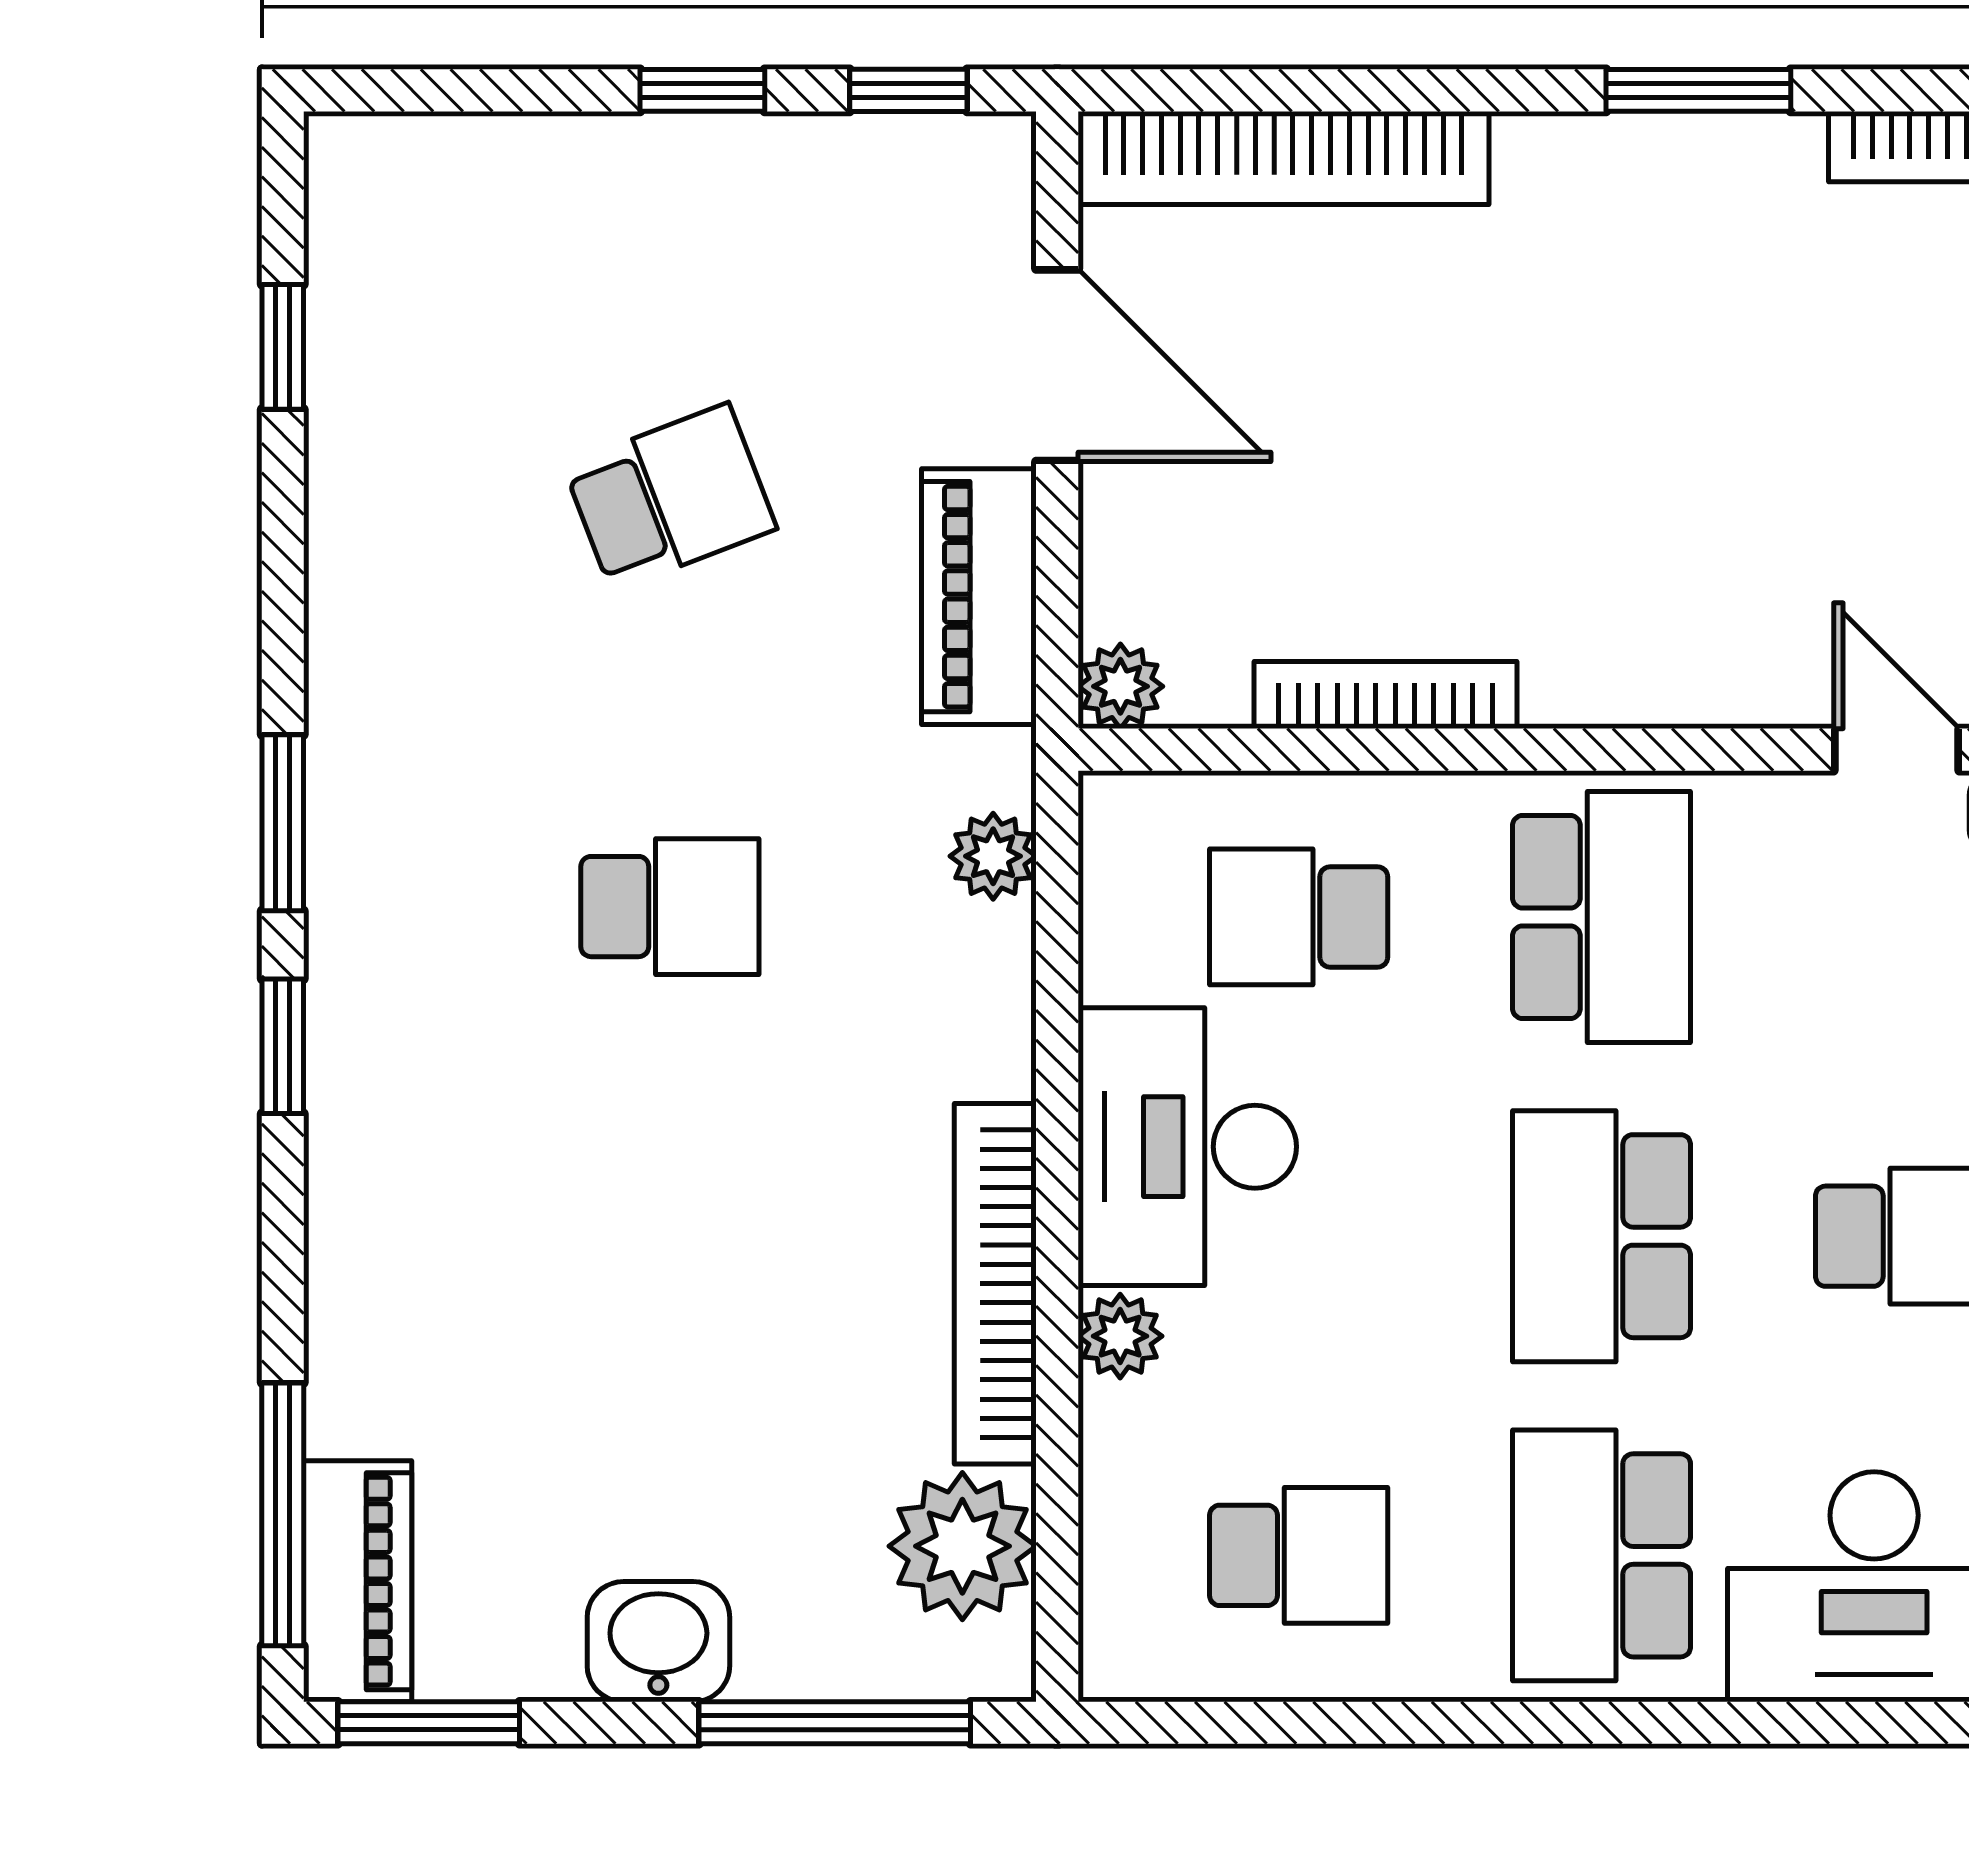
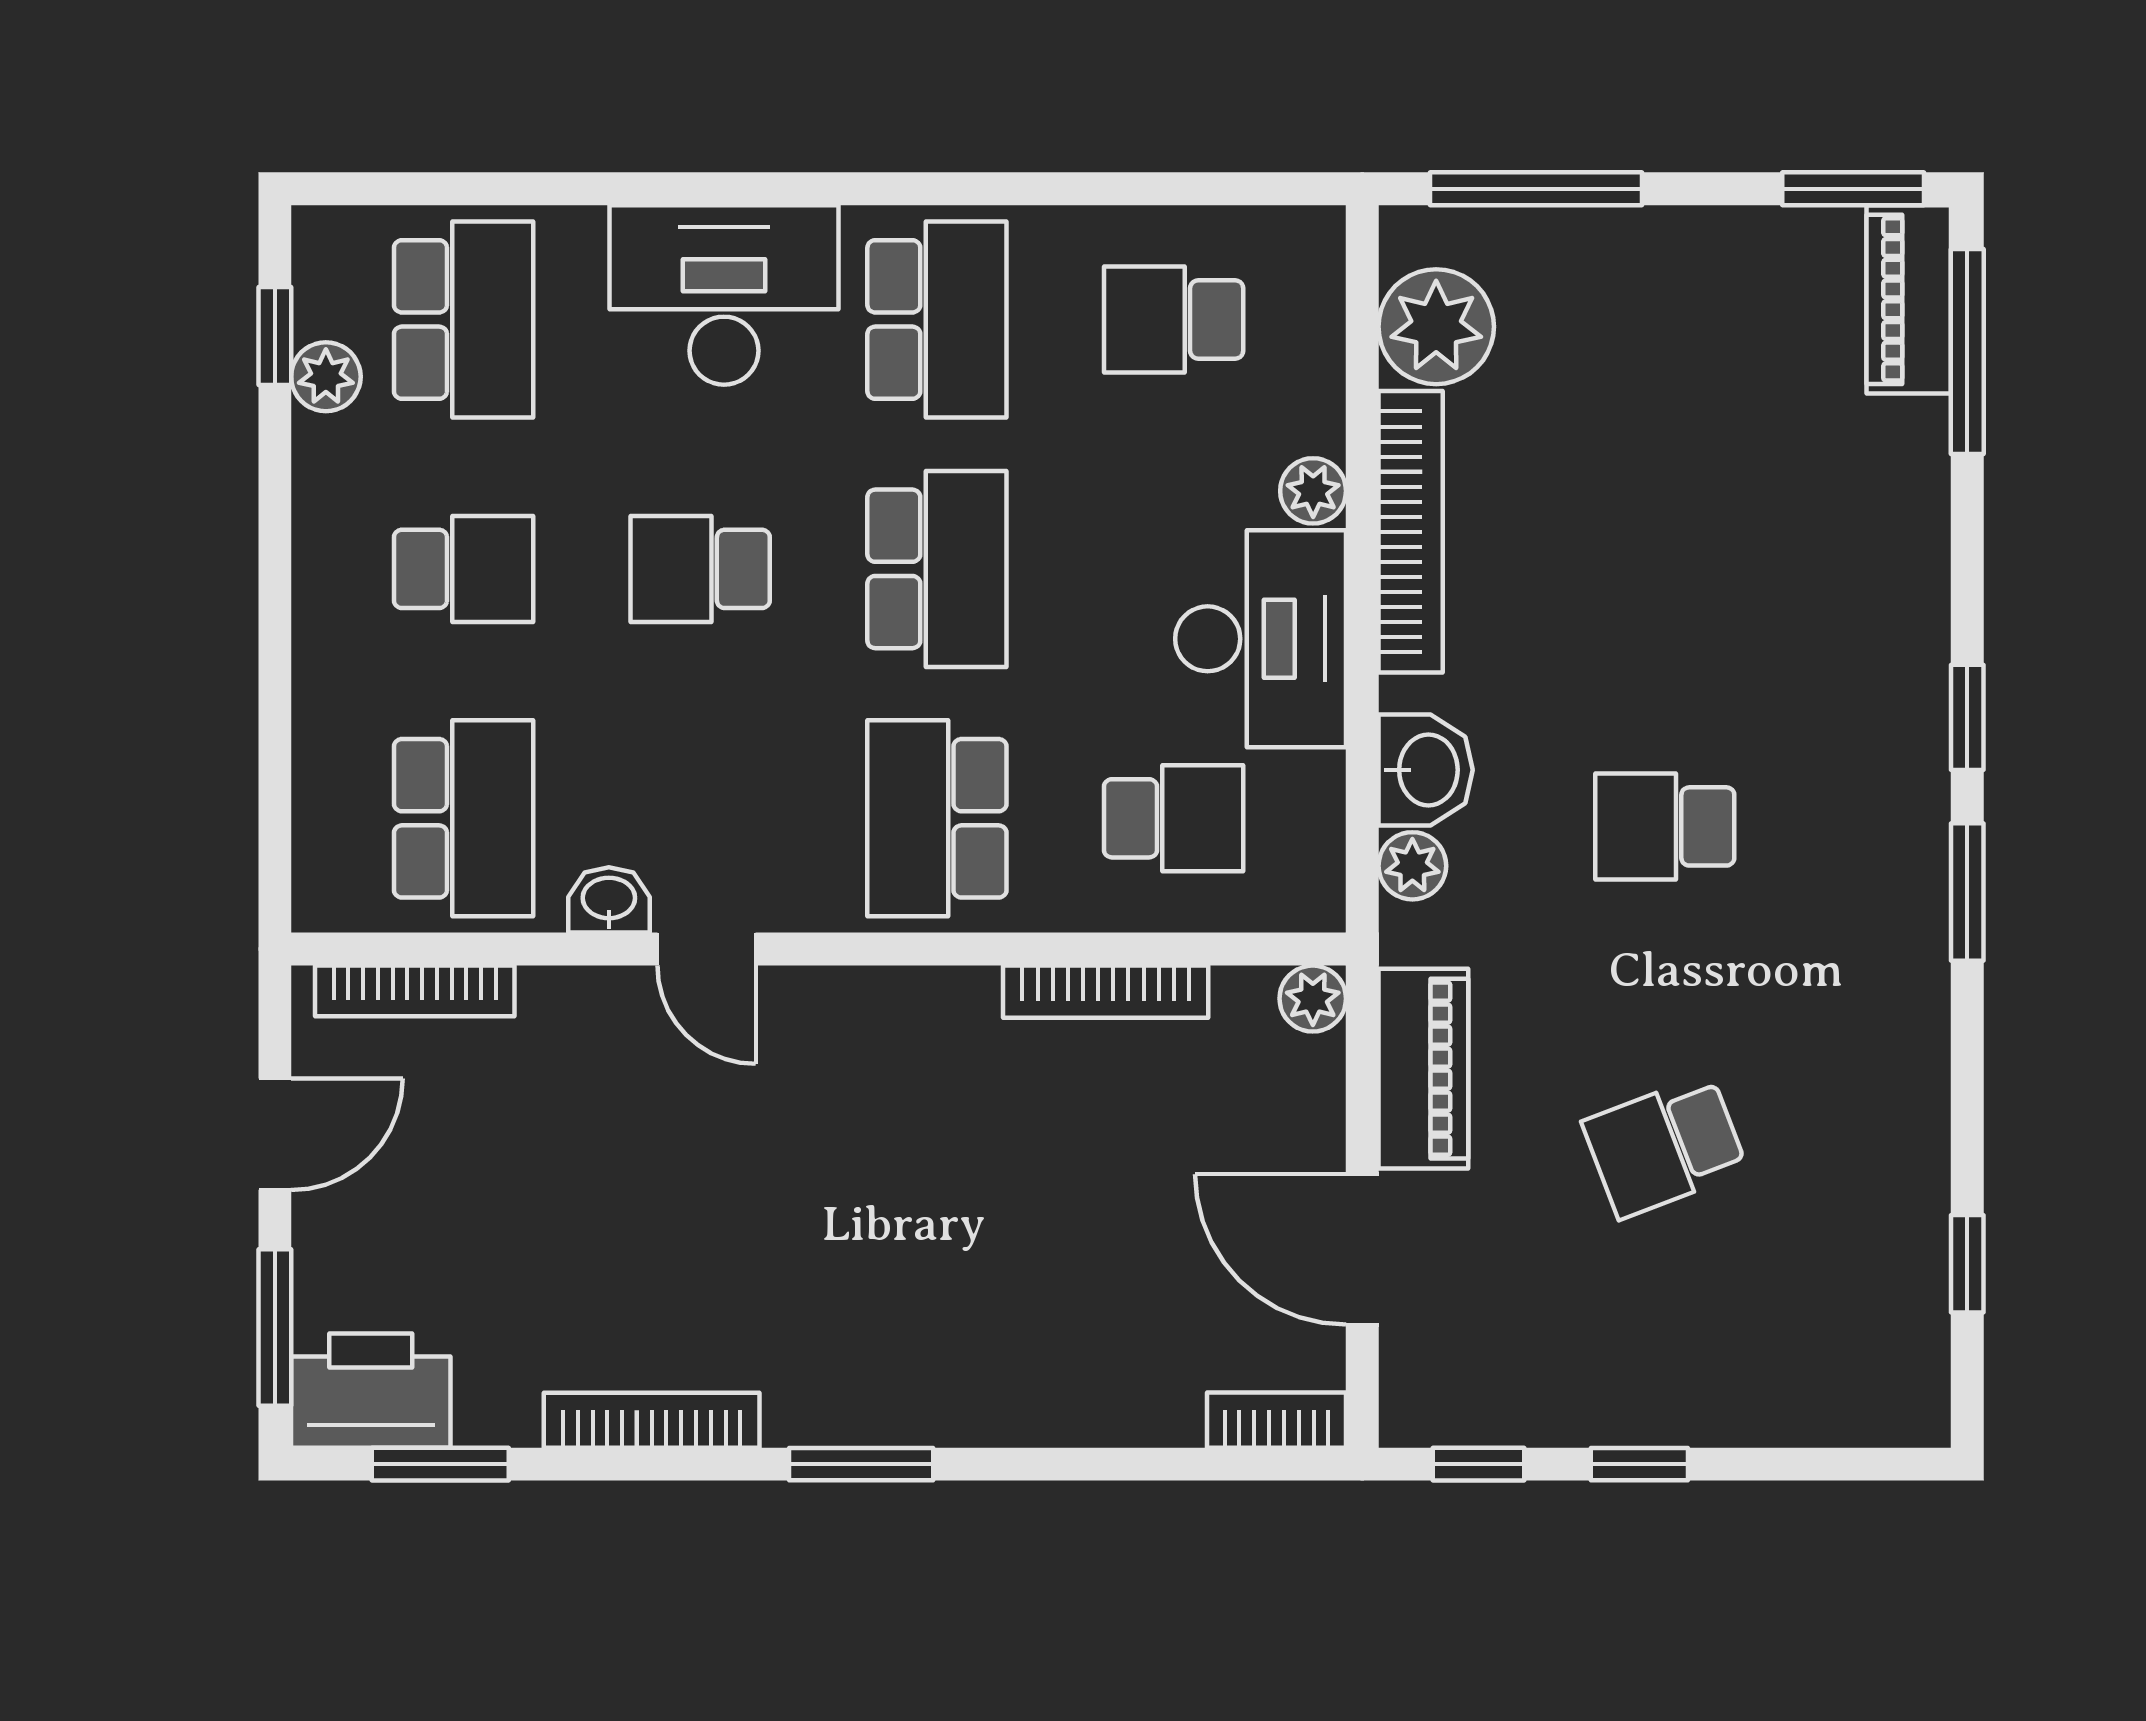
bookcase: (1283, 158) -> (1276, 1420), width x0.43, depth x0.76
washbasin: (658, 1642) -> (1426, 770), moved, turned -90

